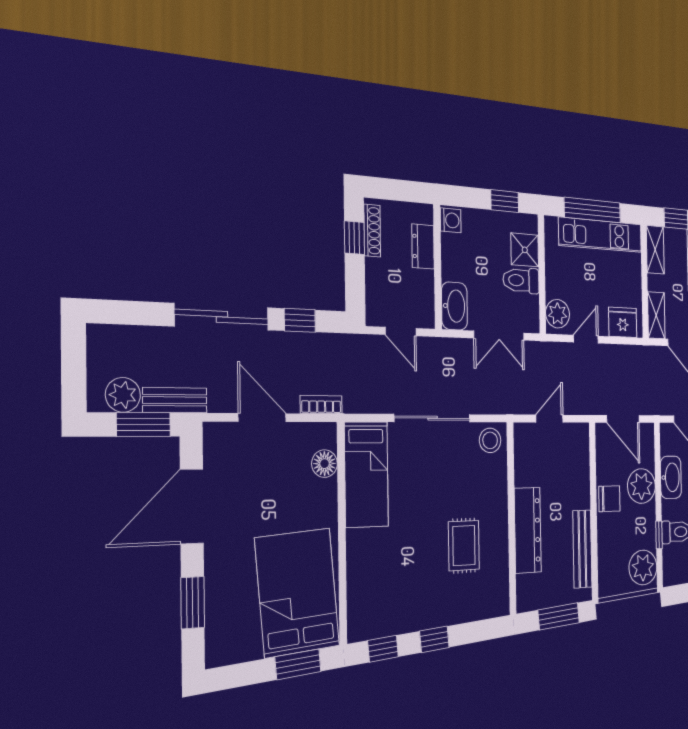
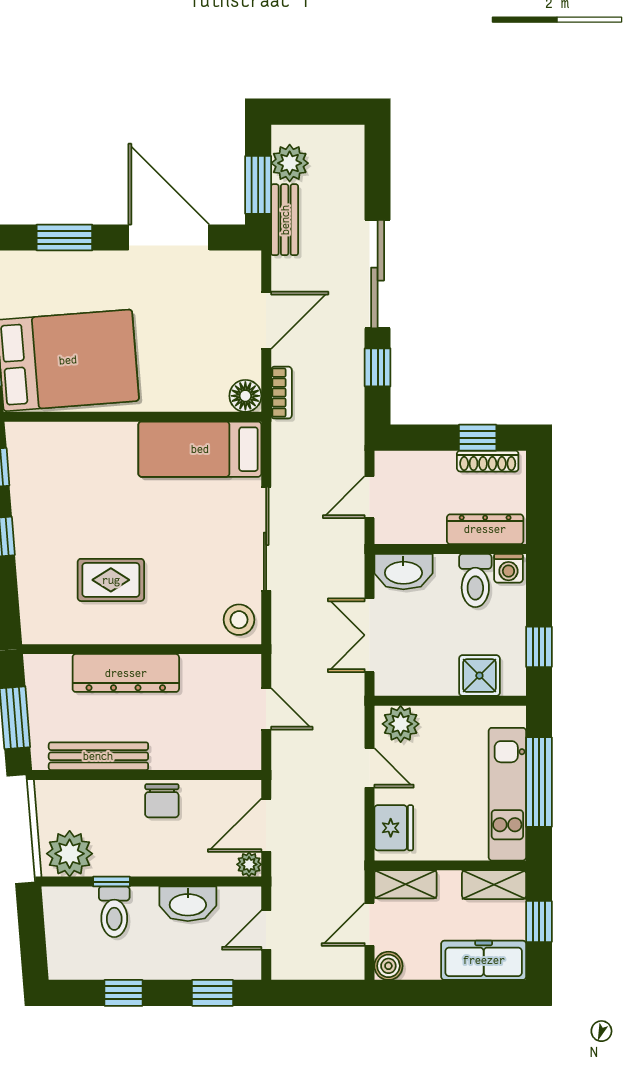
dresser: (423, 247) -> (485, 529), width x1.44
toilet: (521, 280) -> (475, 581), moved, turned 180
floor lamp: (325, 464) -> (245, 396), moved
plant: (641, 486) -> (249, 864), moved, width x0.53, depth x0.53

